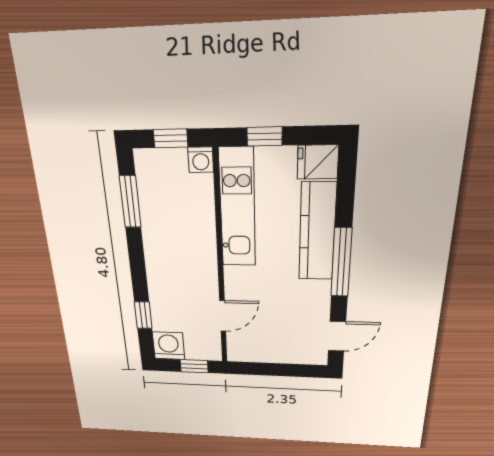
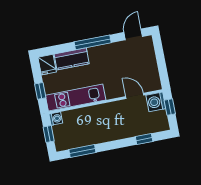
kitchen counter: (317, 232) -> (72, 59), width x0.67
door: (337, 336) -> (133, 34), hinge flipped
washing machine: (169, 346) -> (156, 102), moved

